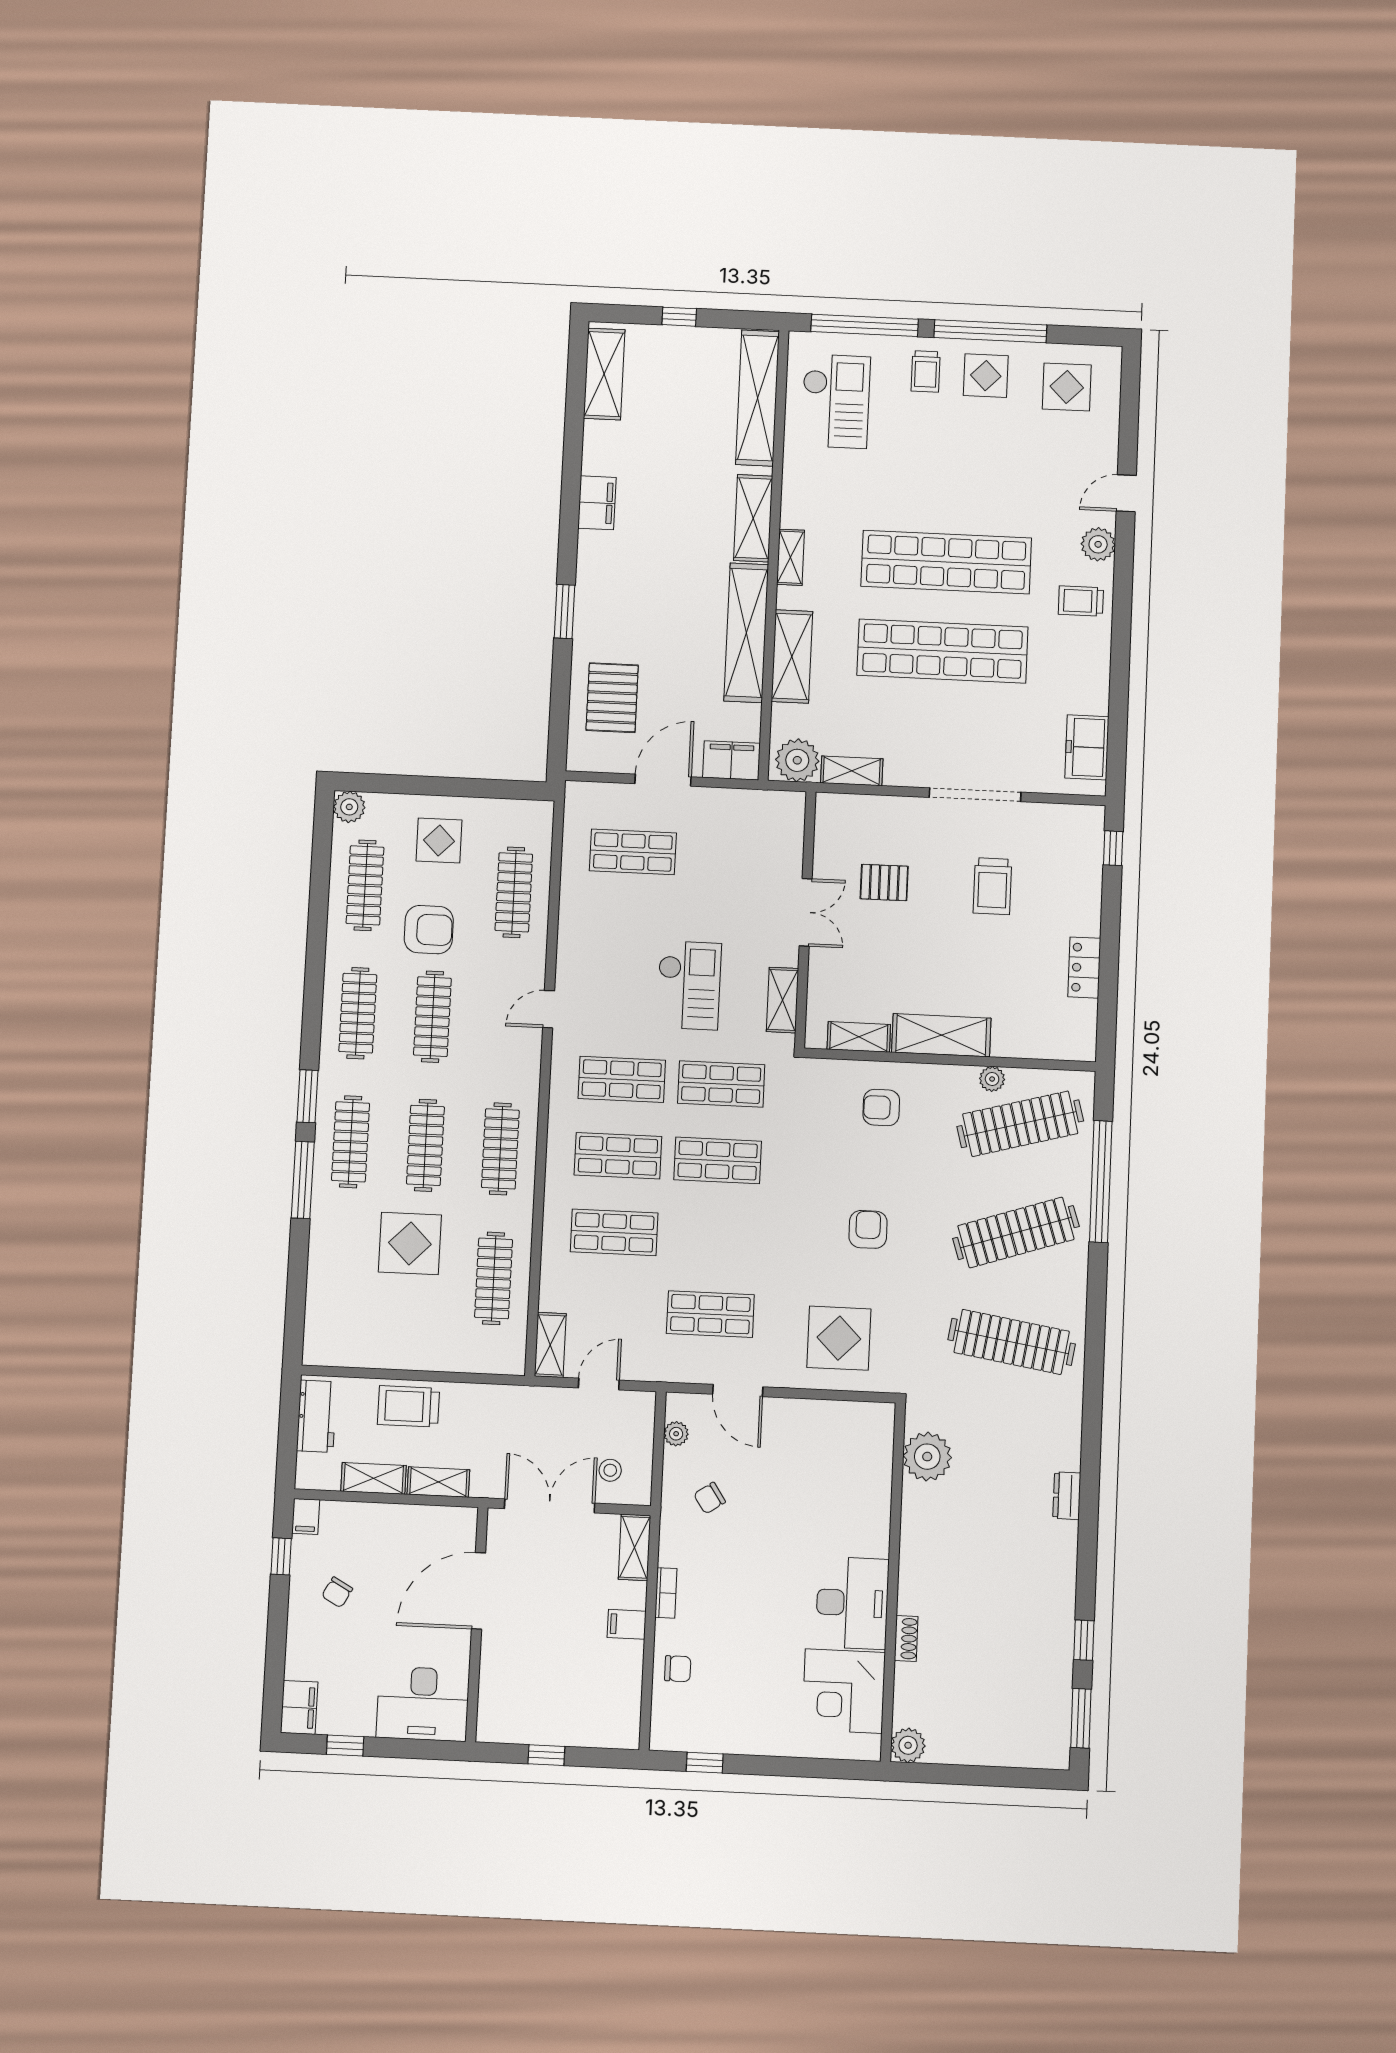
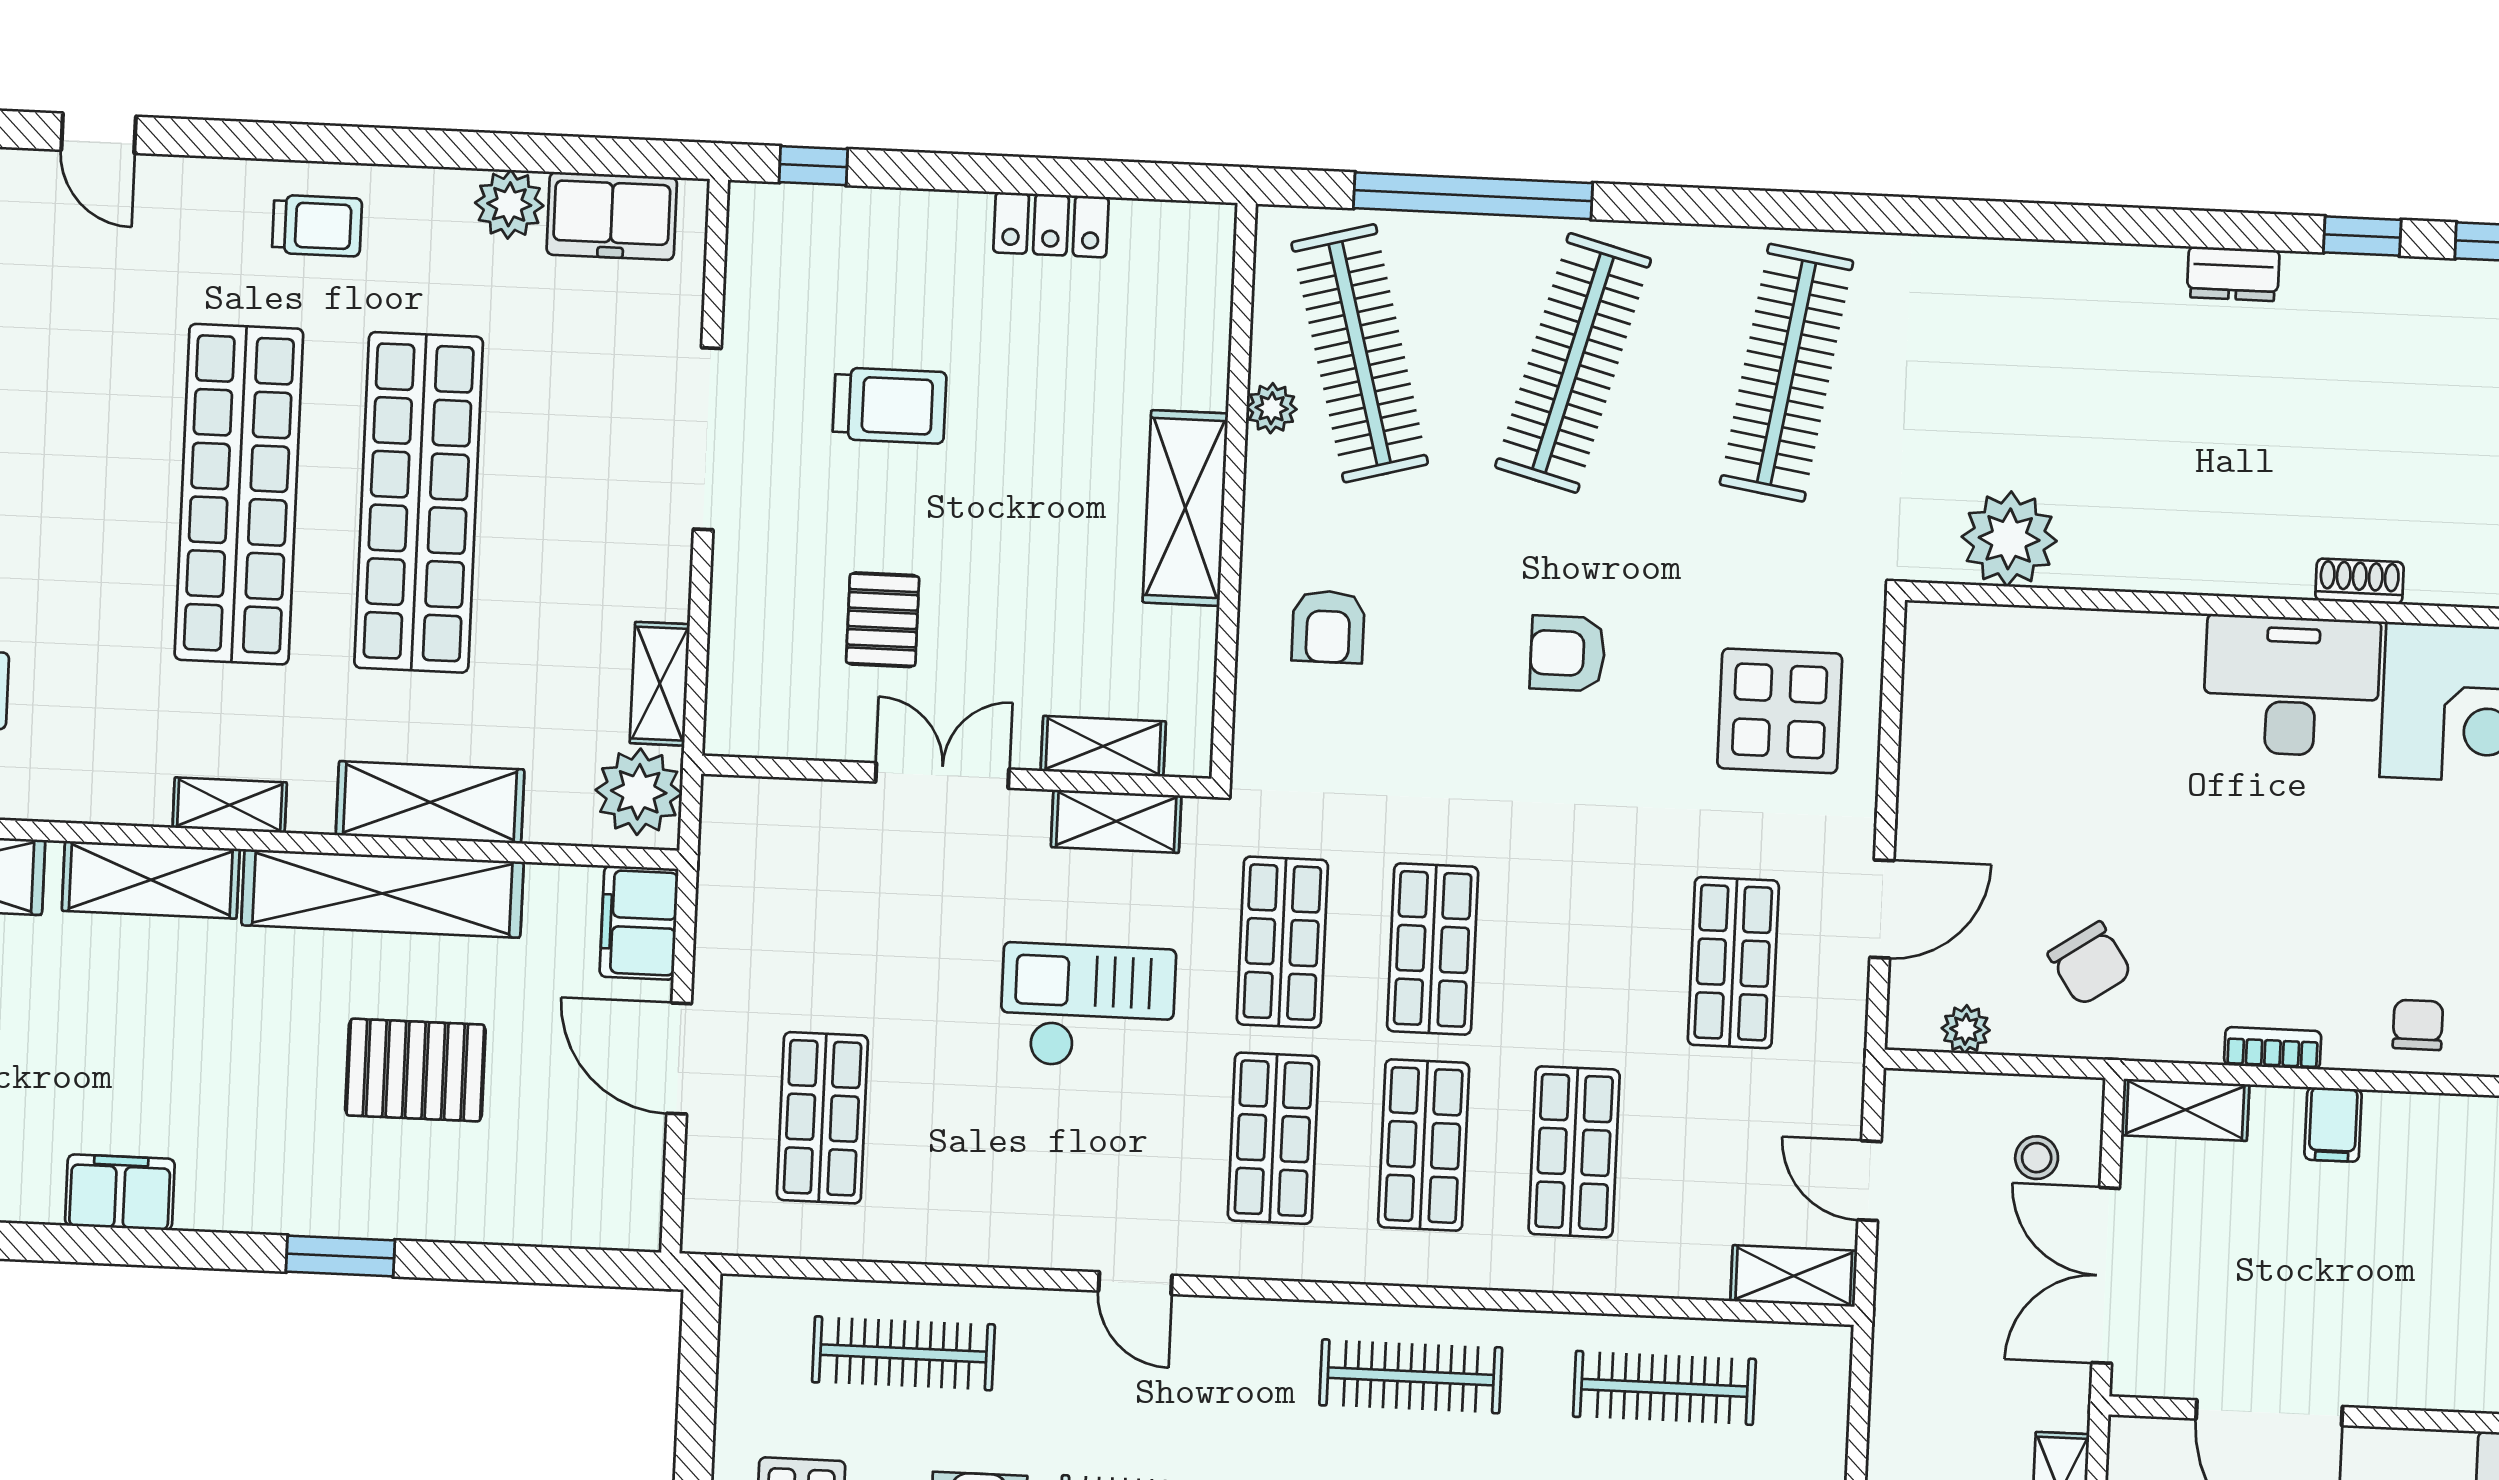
plant: (1098, 544) -> (509, 204), moved
trolley: (1081, 601) -> (317, 226), turned -90
pallet: (612, 698) -> (415, 1070), moved
shelving: (859, 1037) -> (1103, 746), moved, turned 90
clothes rail: (1016, 1233) -> (1573, 363), turned 33
dresser: (1067, 1496) -> (2233, 274), moved
chair: (710, 1498) -> (2090, 964), width x1.37, depth x1.37

